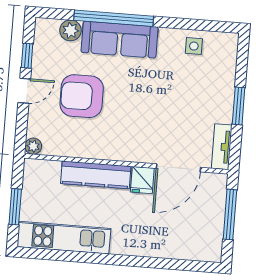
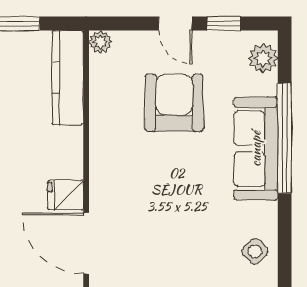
plant: (70, 30) -> (263, 58), moved
side table: (194, 46) -> (255, 251), turned 45
kitchen counter: (96, 175) -> (68, 78), moved

